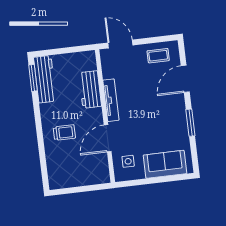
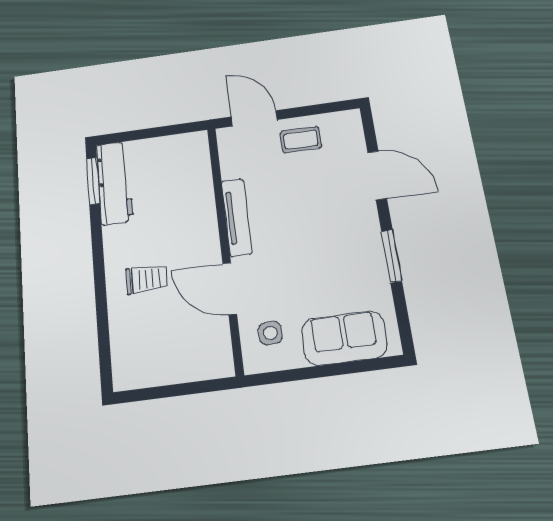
coffee table: (158, 56) -> (301, 140), moved
door: (185, 79) -> (377, 175), swing flipped
workbench: (90, 90) -> (198, 199), removed
door: (108, 138) -> (230, 289), hinge flipped

